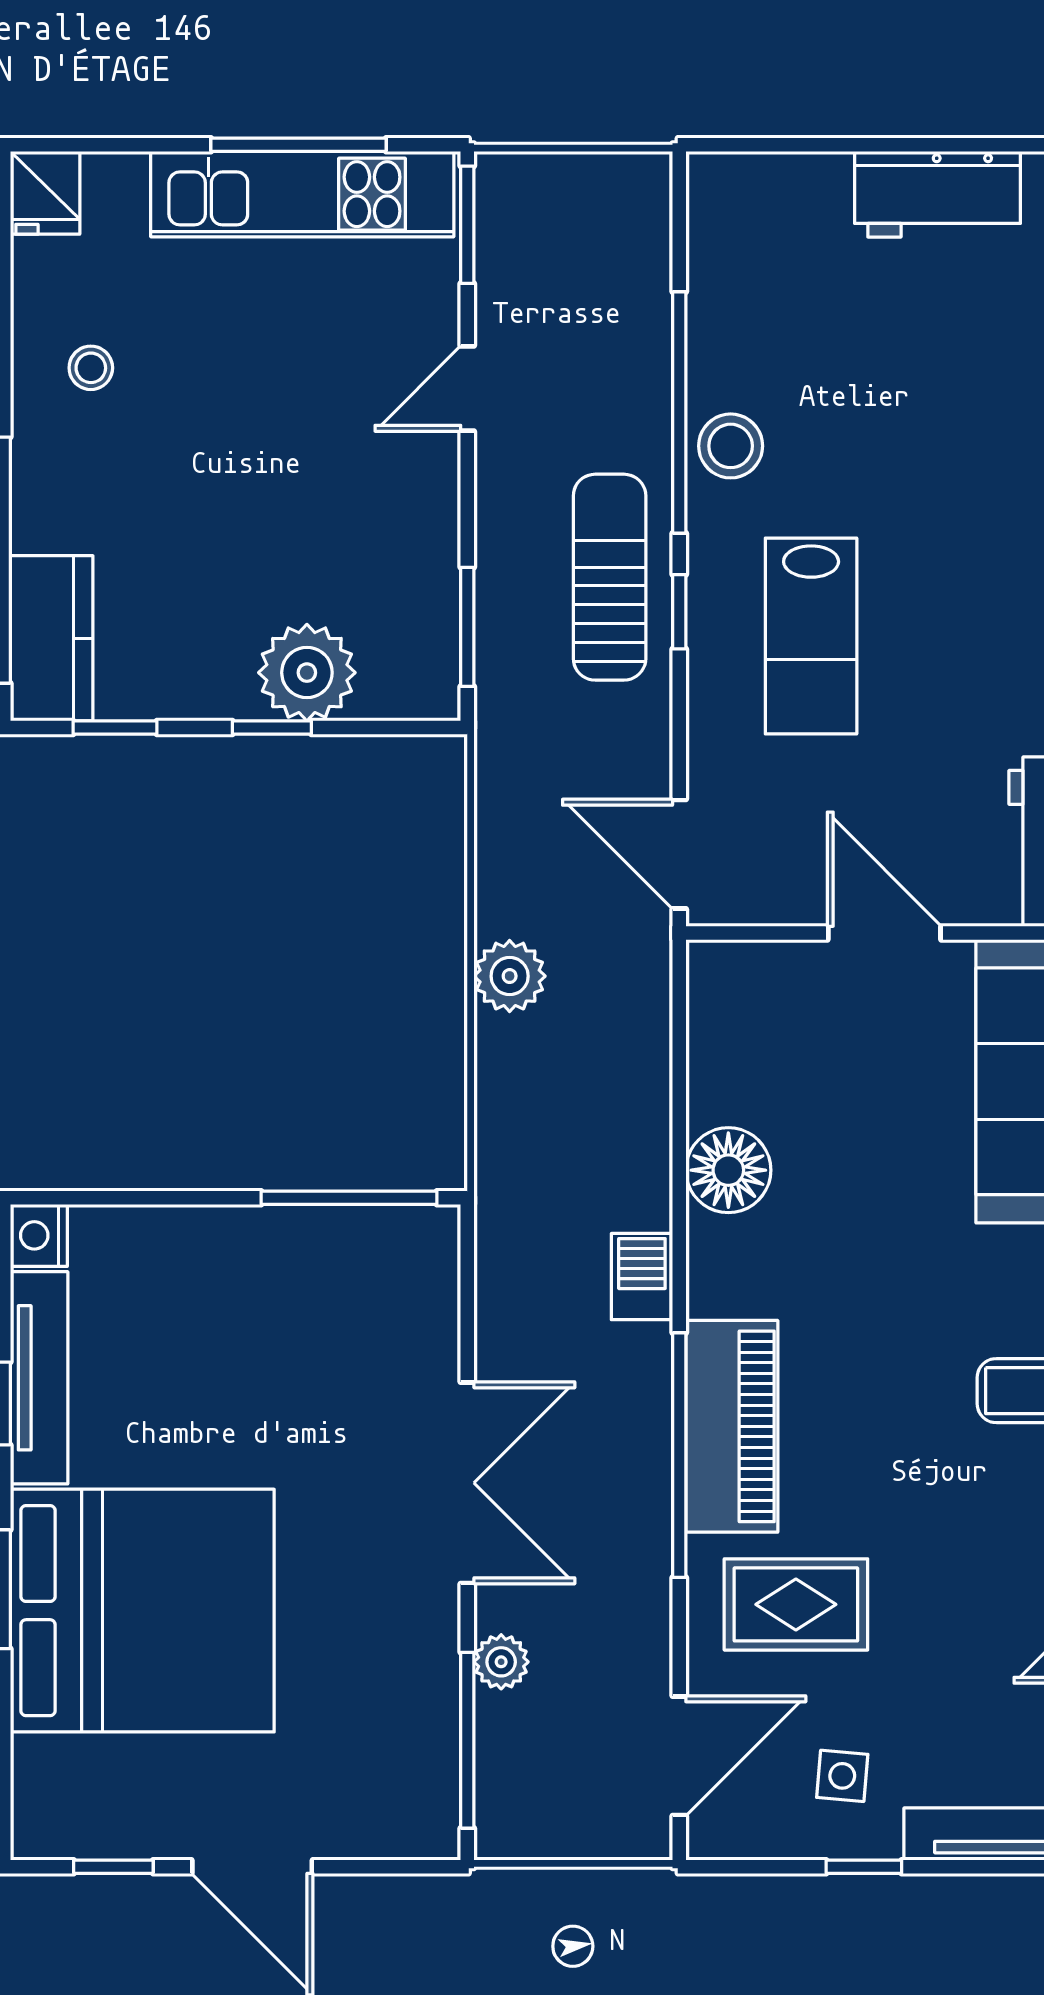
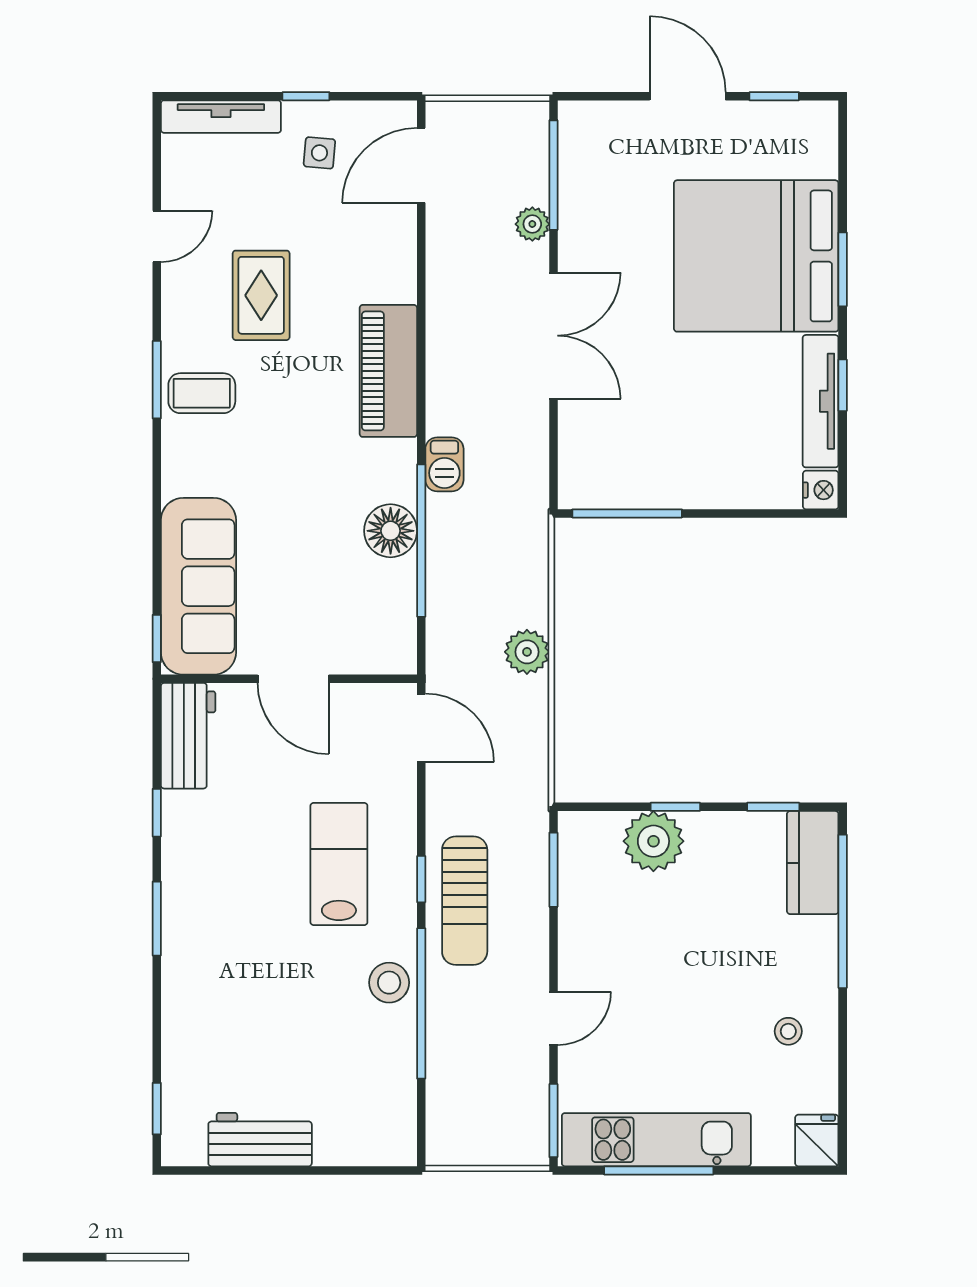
window: (679, 1455) -> (421, 541), moved
double door: (467, 1483) -> (553, 336), swing flipped
rug: (796, 1604) -> (261, 295), moved, turned 90

